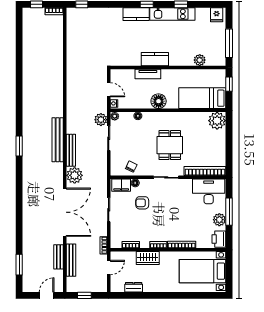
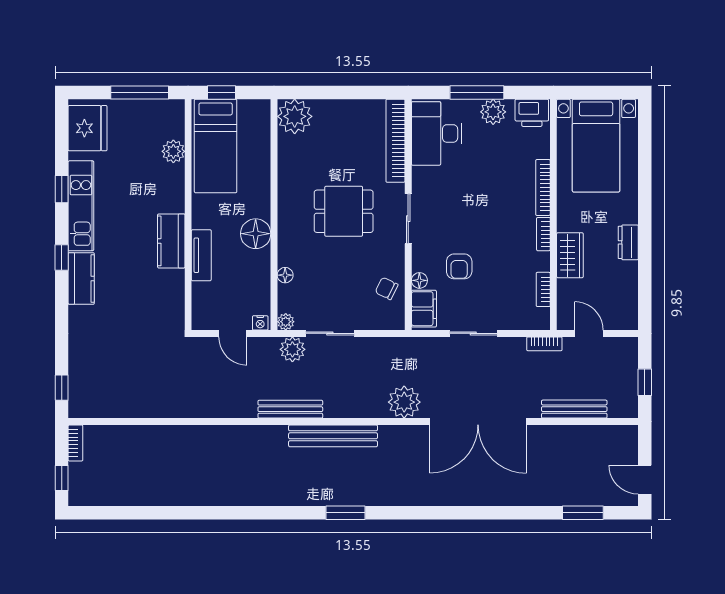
fridge: (217, 15) -> (88, 128), width x1.88, depth x1.34
door: (109, 90) -> (233, 333), swing flipped
bed: (202, 98) -> (216, 146), moved
bench: (71, 150) -> (290, 409), moved
double door: (65, 212) -> (478, 421), swing flipped
bench: (58, 257) -> (567, 434), removed
dresser: (134, 287) -> (628, 242), moved
door: (47, 295) -> (645, 480), moved

